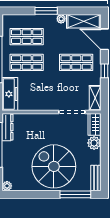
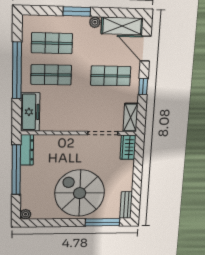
plant: (94, 143) -> (126, 168), removed

